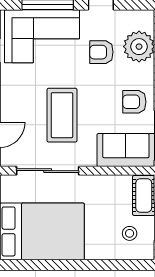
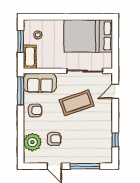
corner sofa: (42, 36) -> (88, 148), removed
coffee table: (62, 115) -> (77, 103), turned 71

